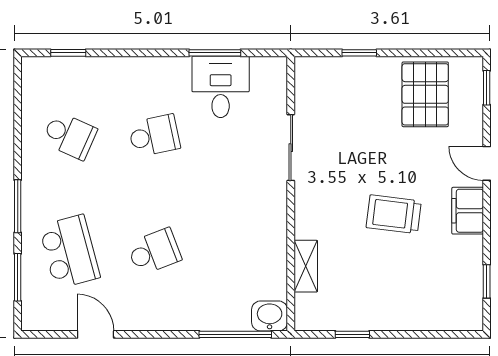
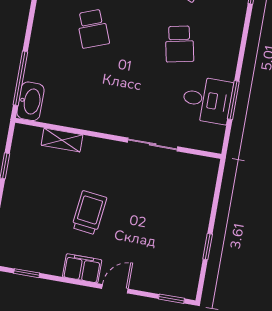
window: (359, 53) -> (208, 247), moved
pallet: (425, 94) -> (175, 252), removed
washbasin: (270, 316) -> (30, 101), width x1.38

